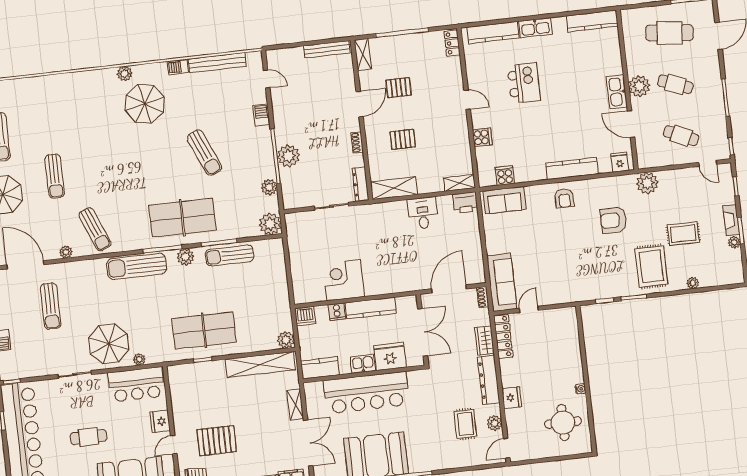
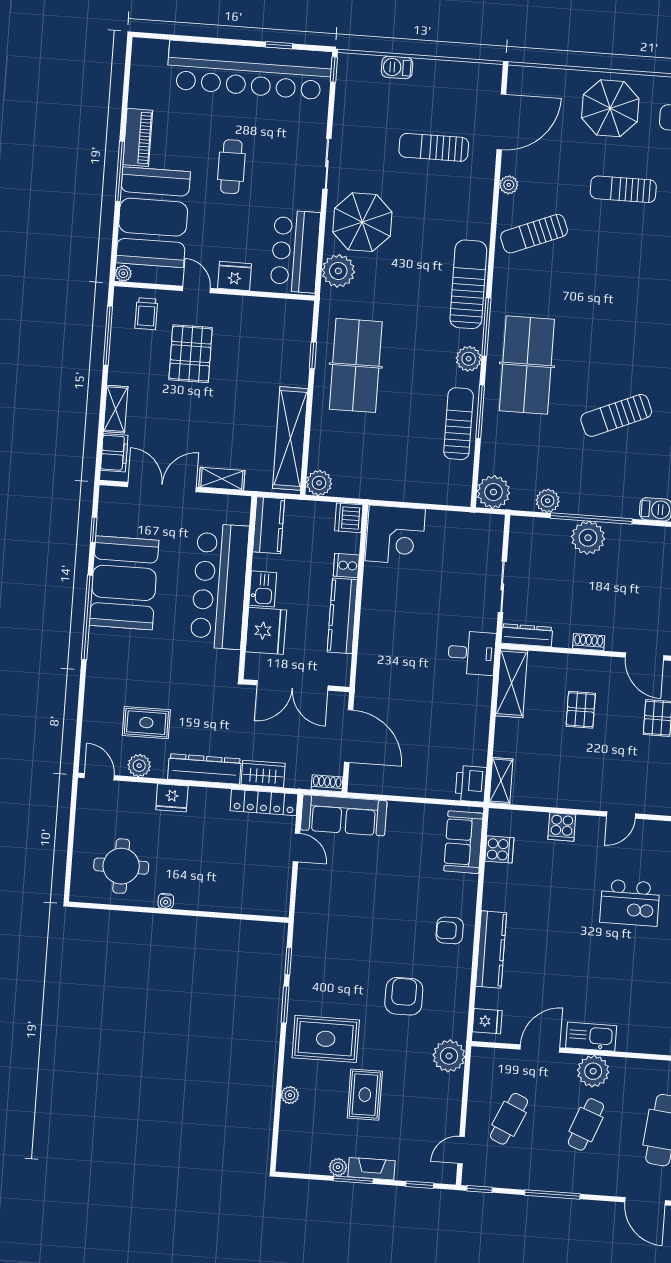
desk: (423, 213) -> (472, 653), moved
corner desk: (344, 280) -> (395, 535), moved, turned 90
plant: (139, 359) -> (338, 271), width x1.87, depth x1.87
double door: (308, 443) -> (162, 487), swing flipped

